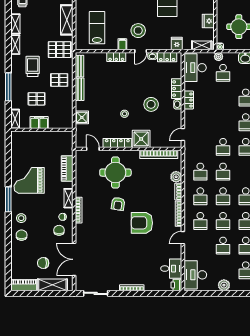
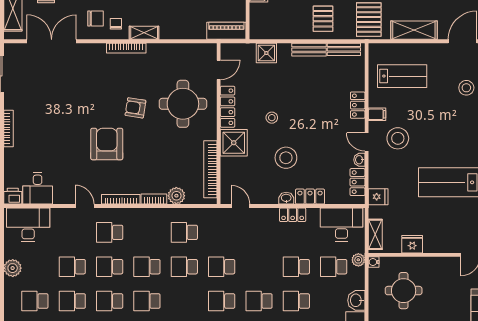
piano: (67, 168) -> (226, 31), moved
school desk: (200, 196) -> (296, 267), moved

